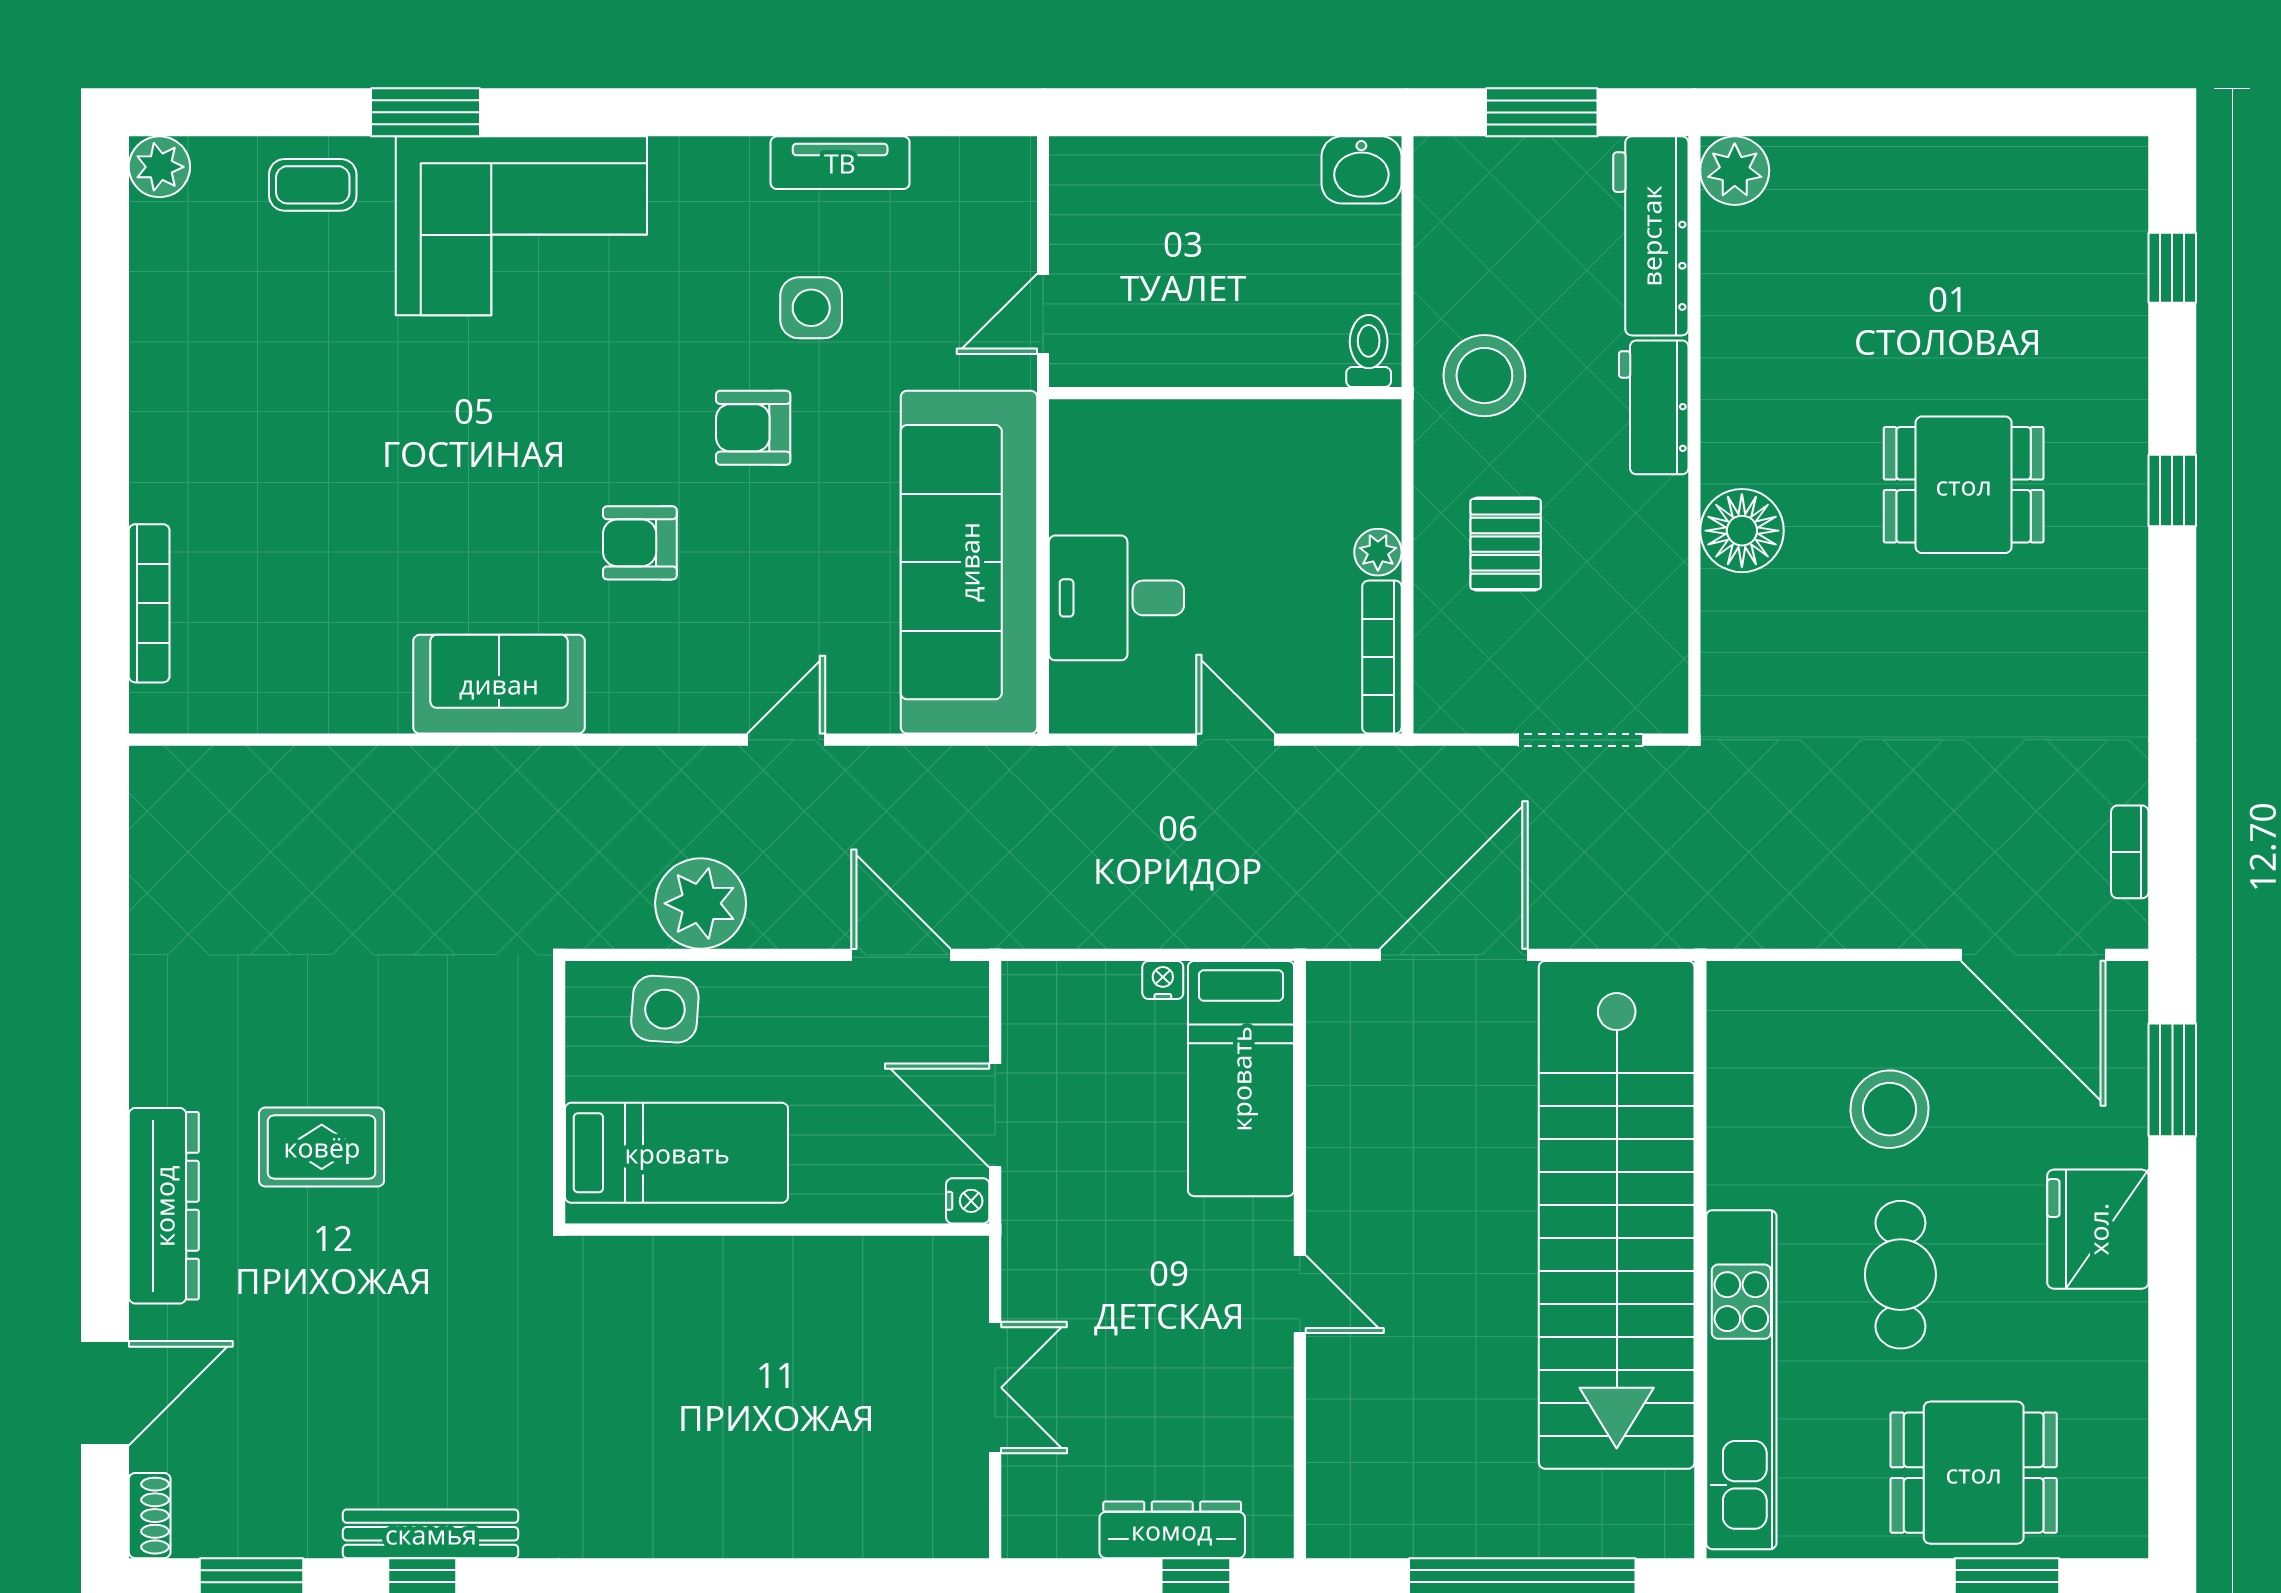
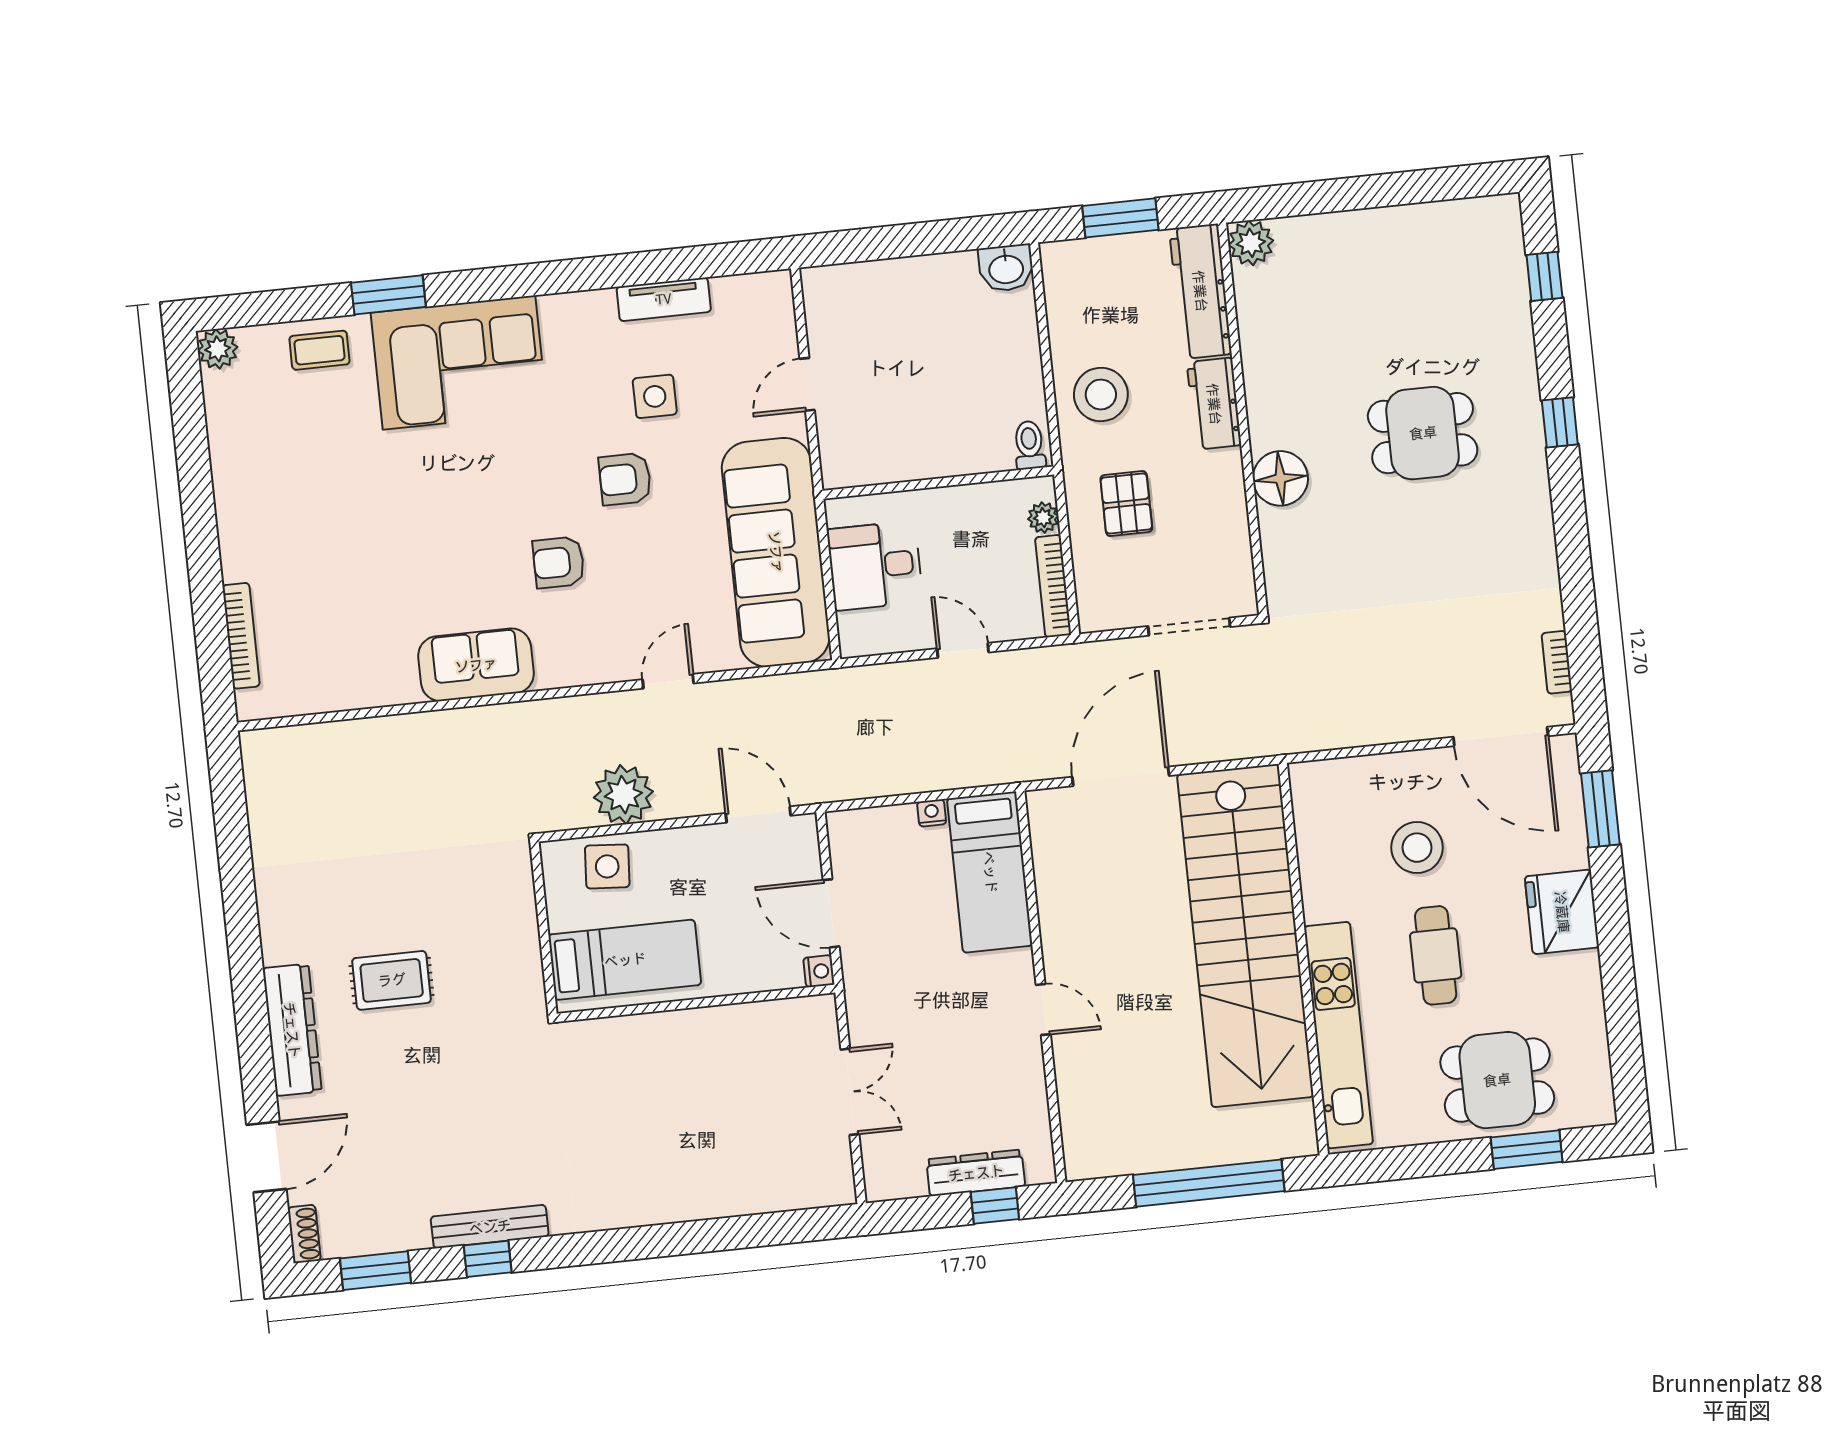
toilet: (1369, 351) -> (1029, 445), moved
wall: (1225, 393) -> (938, 483), moved

